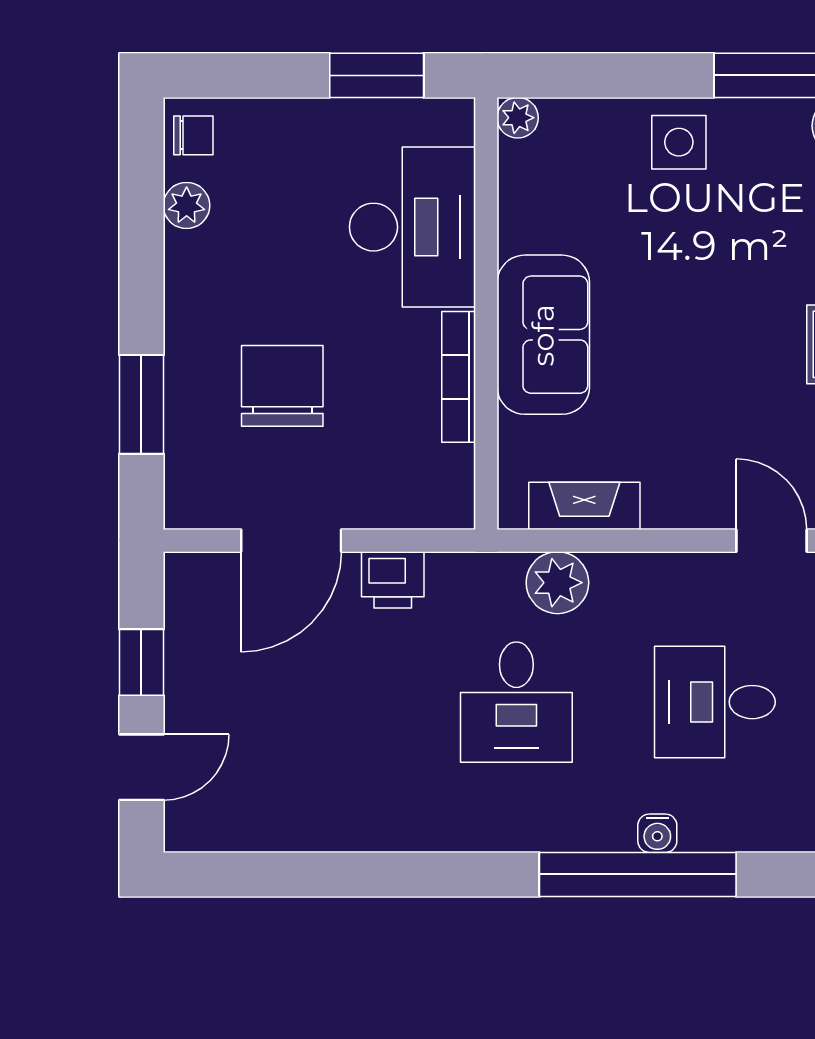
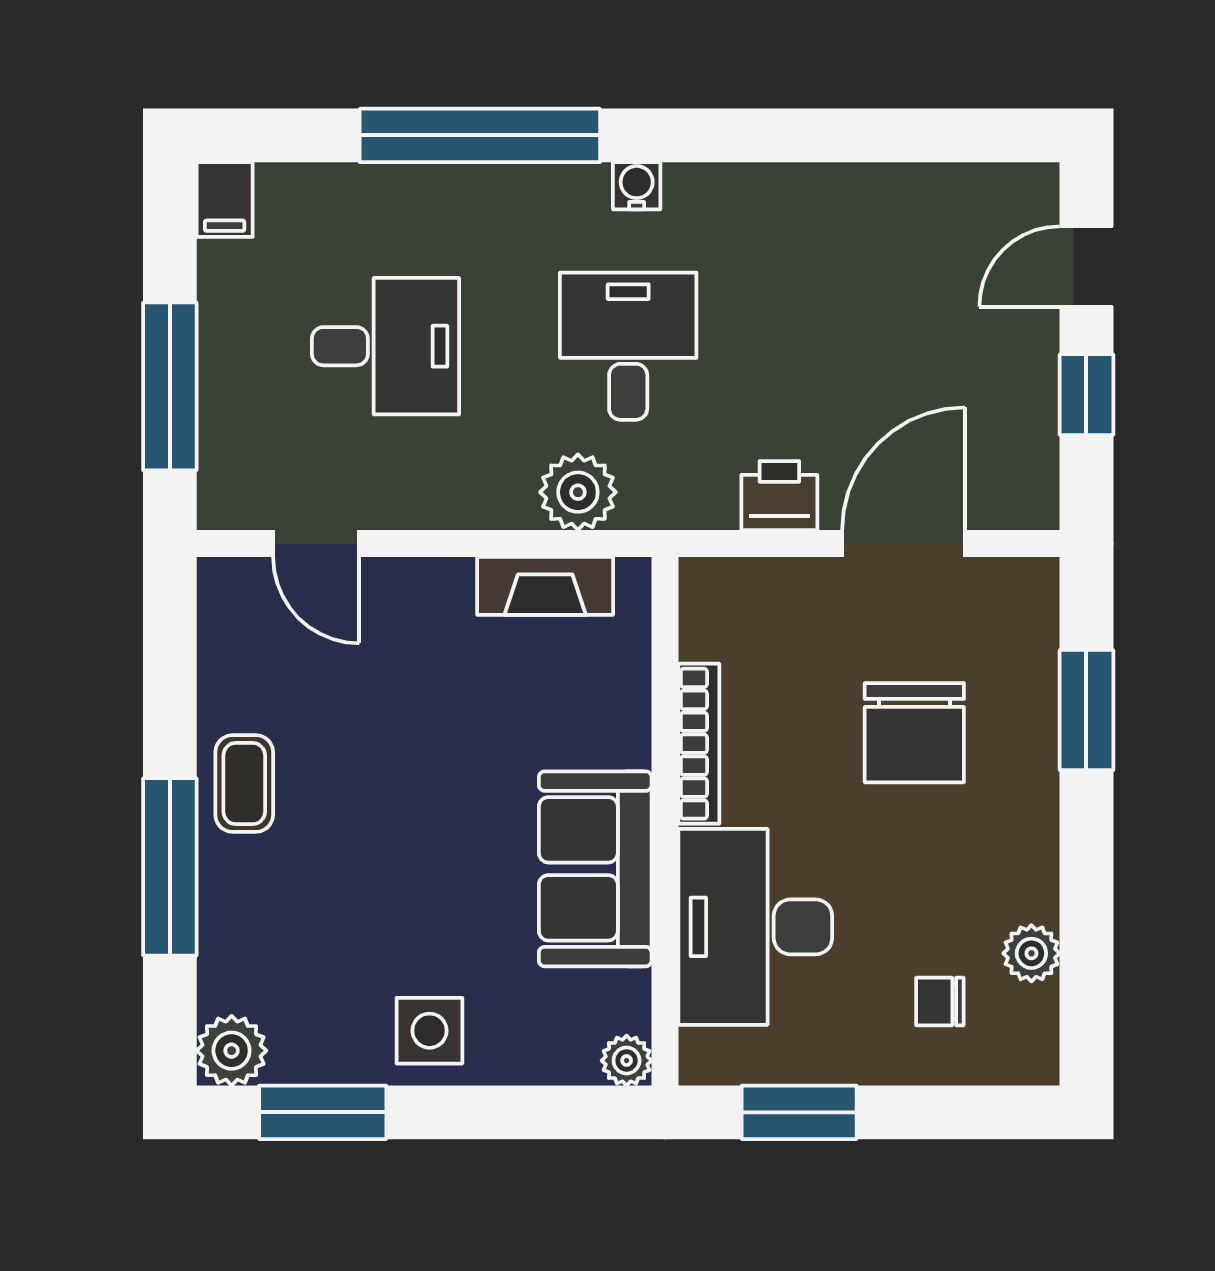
chair: (193, 135) -> (940, 1001), moved
sofa: (543, 335) -> (595, 869), moved
water cooler: (657, 833) -> (637, 186), moved

